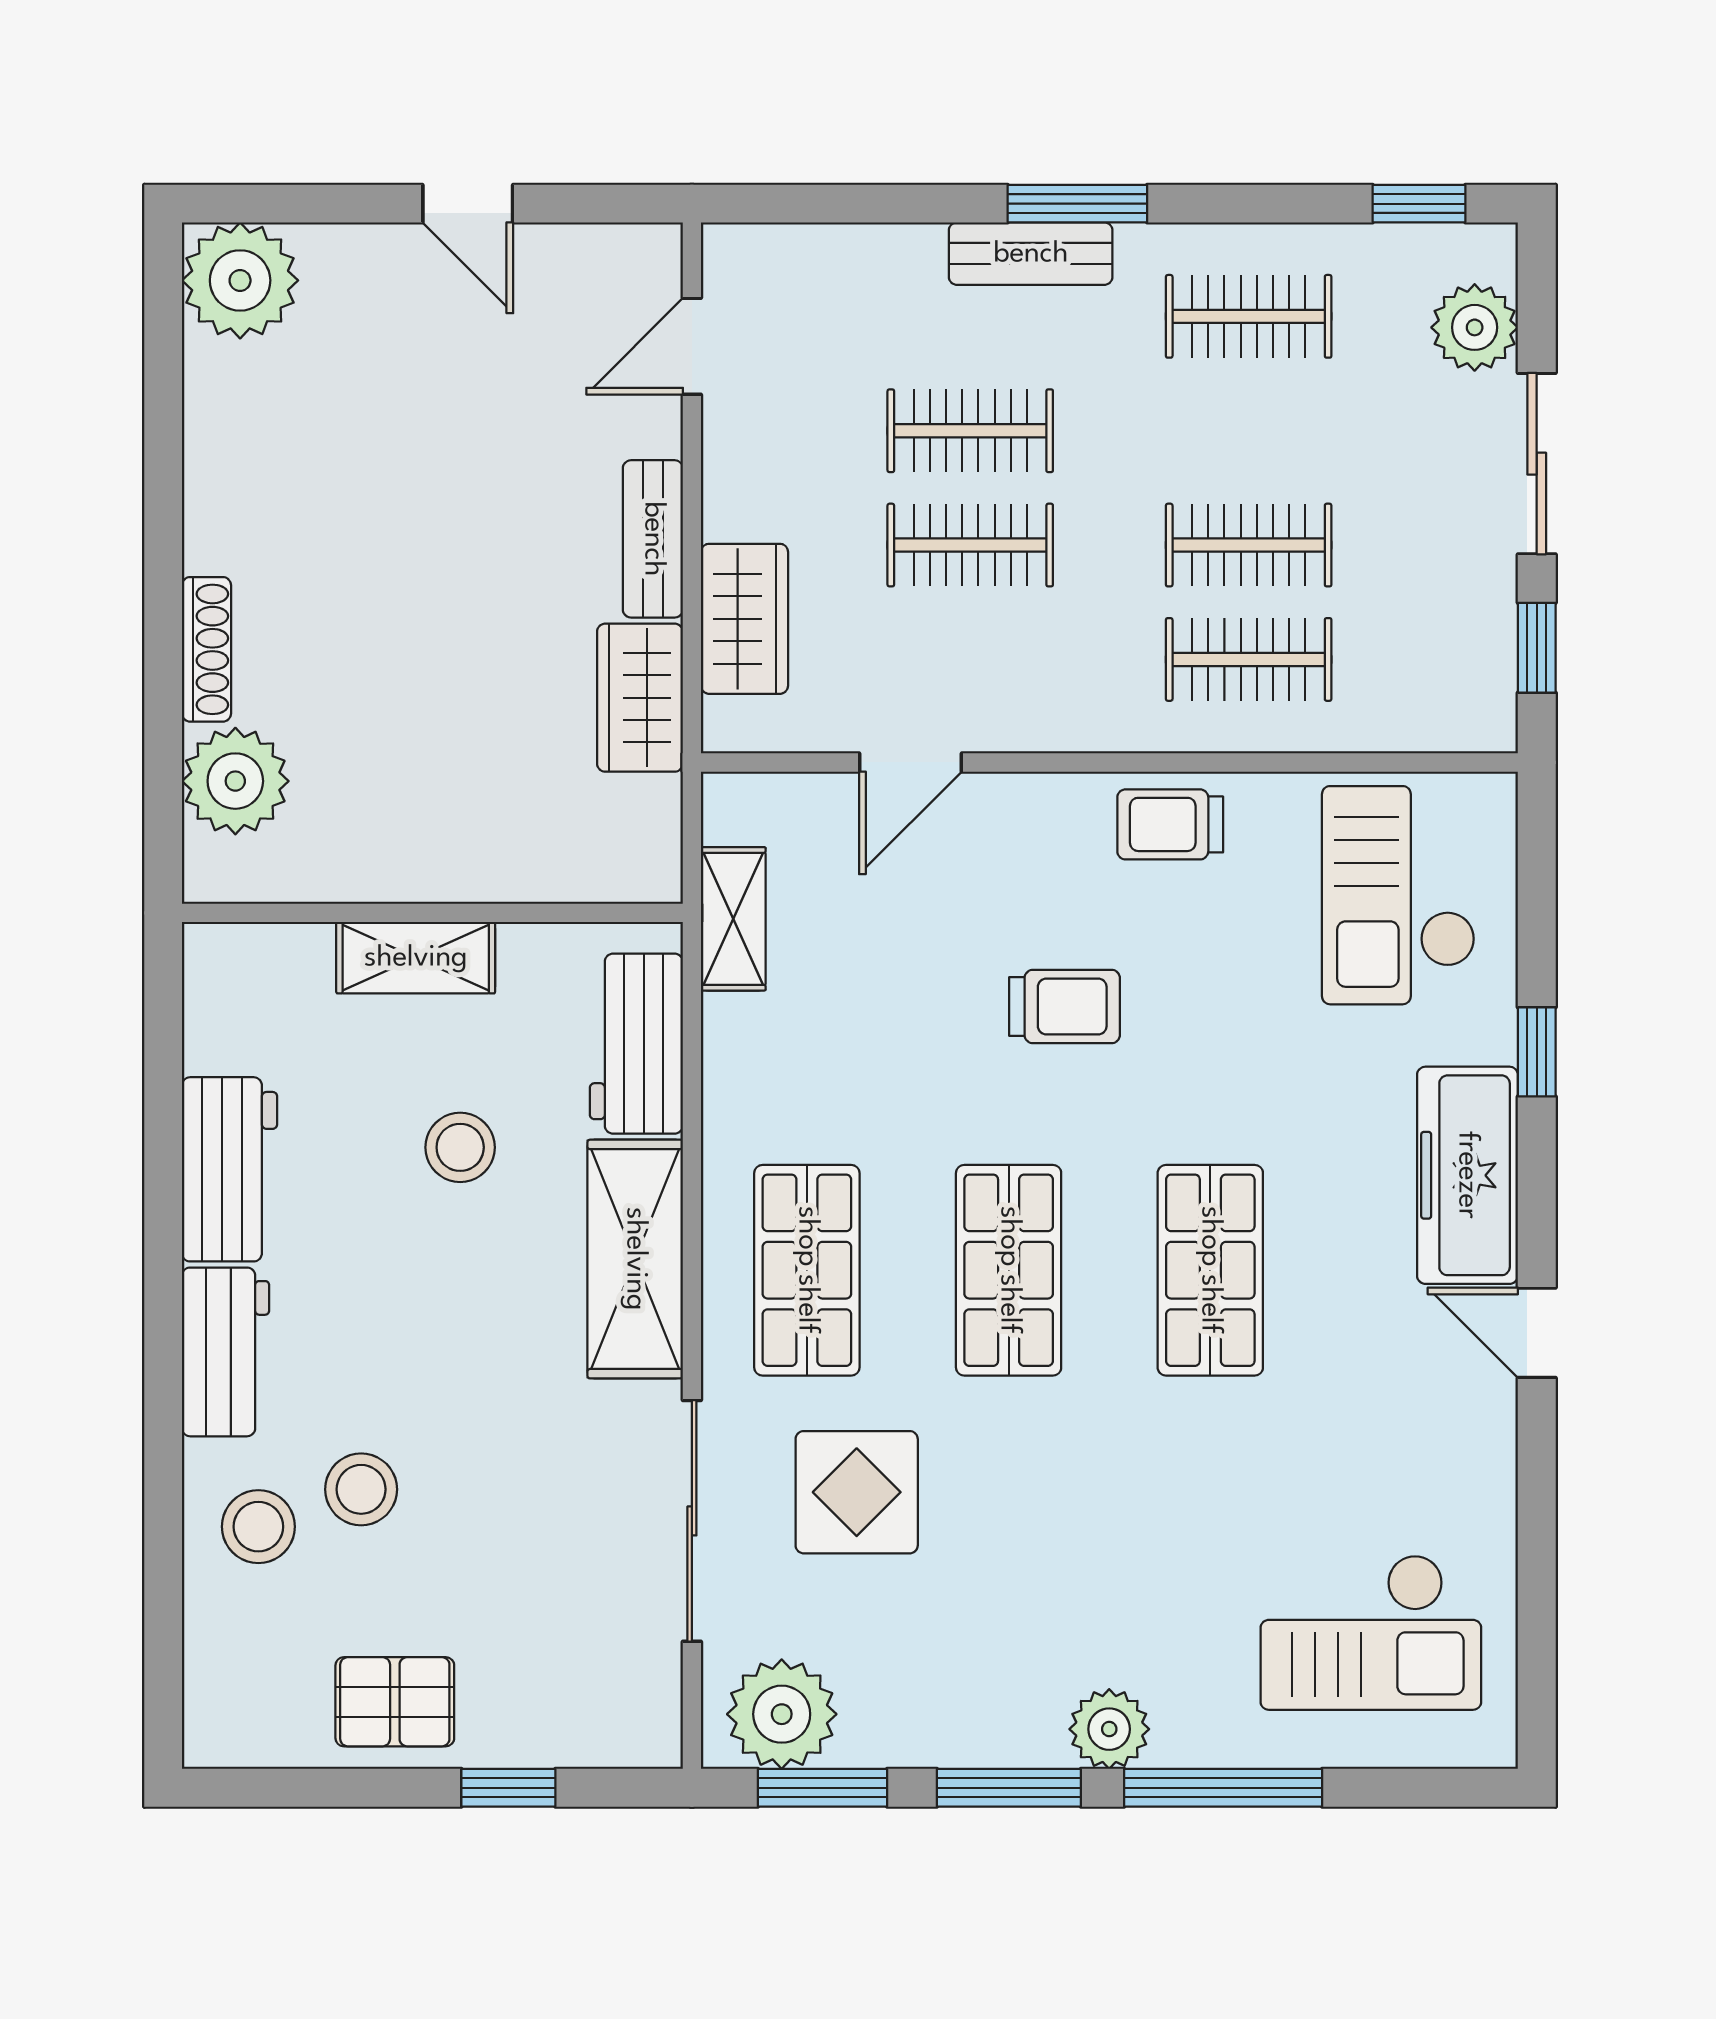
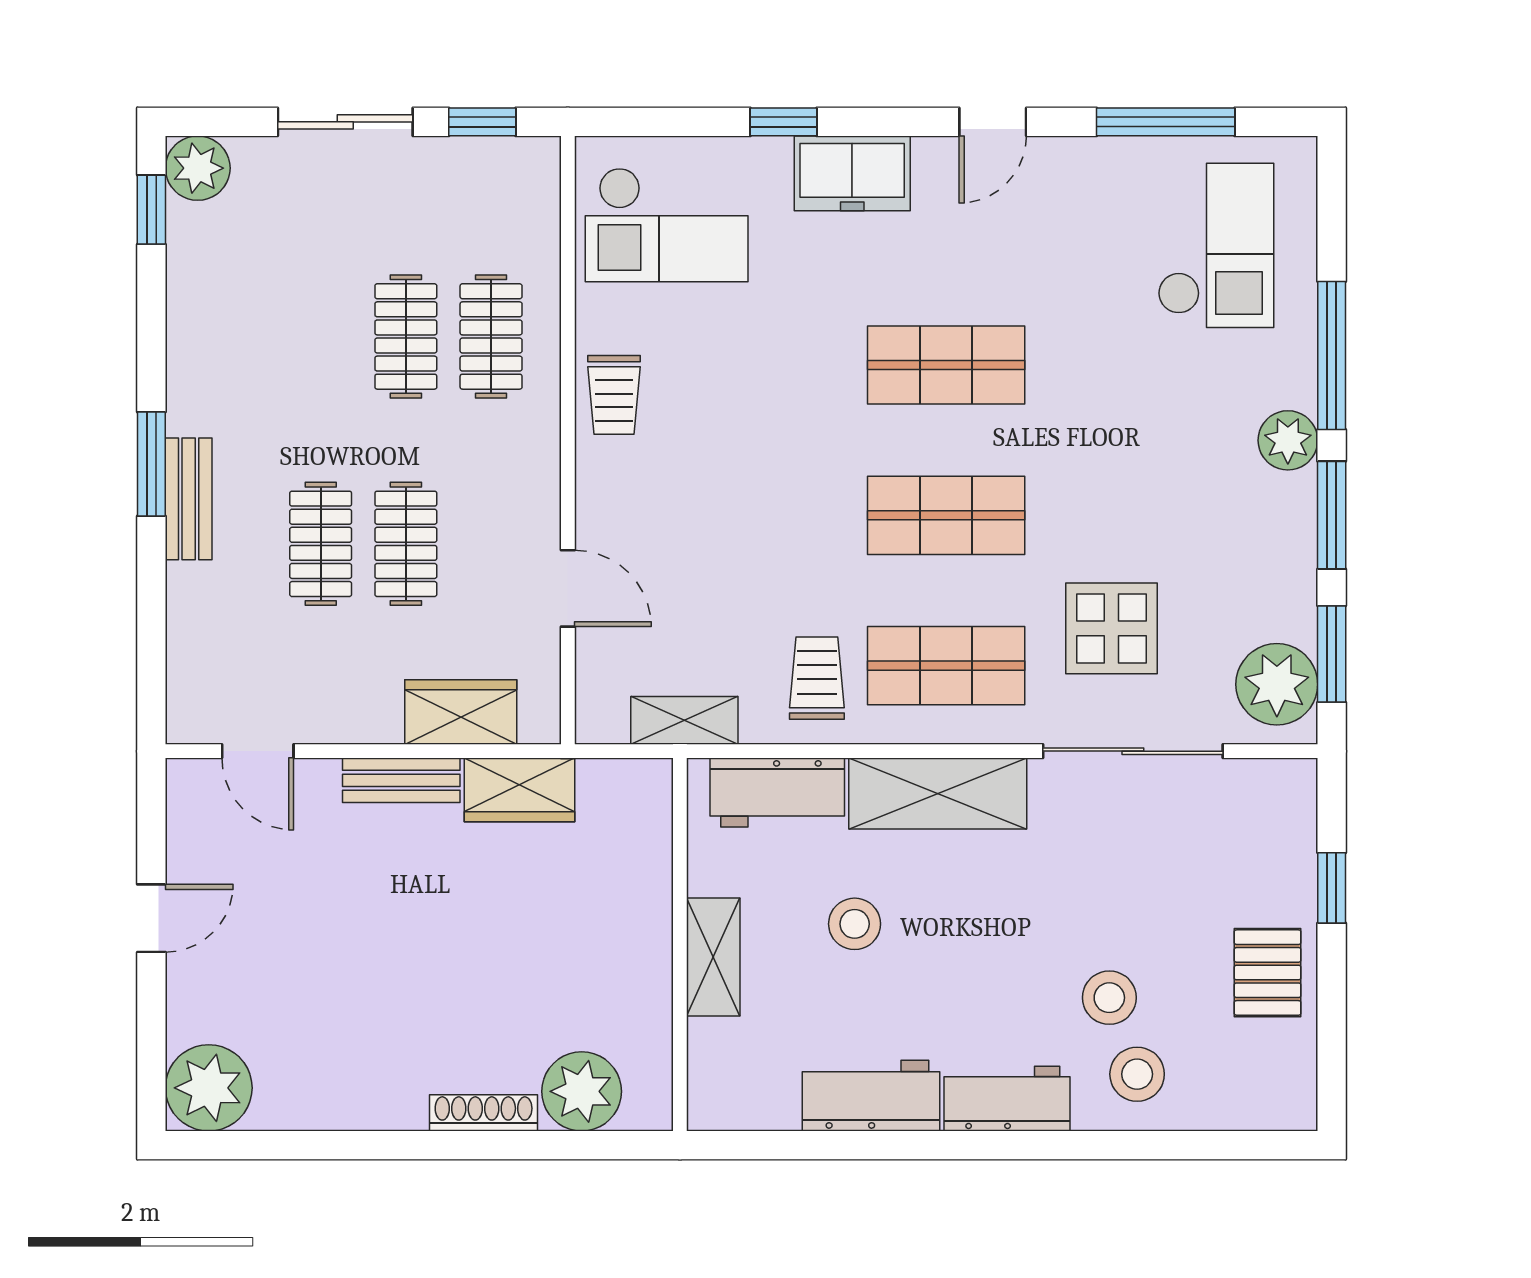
clothes rail: (1249, 316) -> (235, 336), removed
plant: (1475, 327) -> (198, 168), moved
trolley: (1064, 1007) -> (817, 678), moved
freezer: (1467, 1175) -> (852, 173), width x0.71
window: (1537, 1565) -> (1166, 122), added

